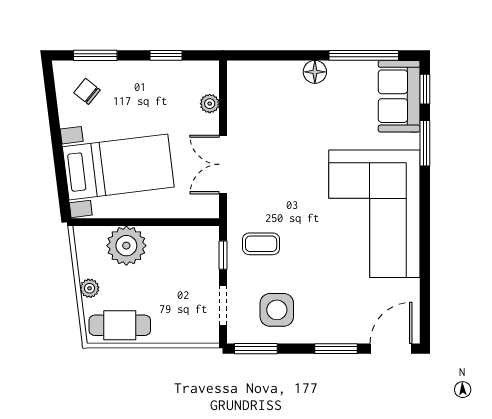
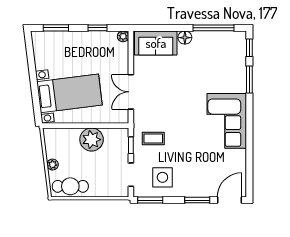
chair: (87, 91) -> (51, 49), removed
sofa: (399, 96) -> (156, 43), moved, turned -90
plant: (210, 104) -> (123, 36), moved
corner sofa: (374, 214) -> (227, 121), width x0.73, depth x0.74
plant: (126, 246) -> (92, 140), moved

